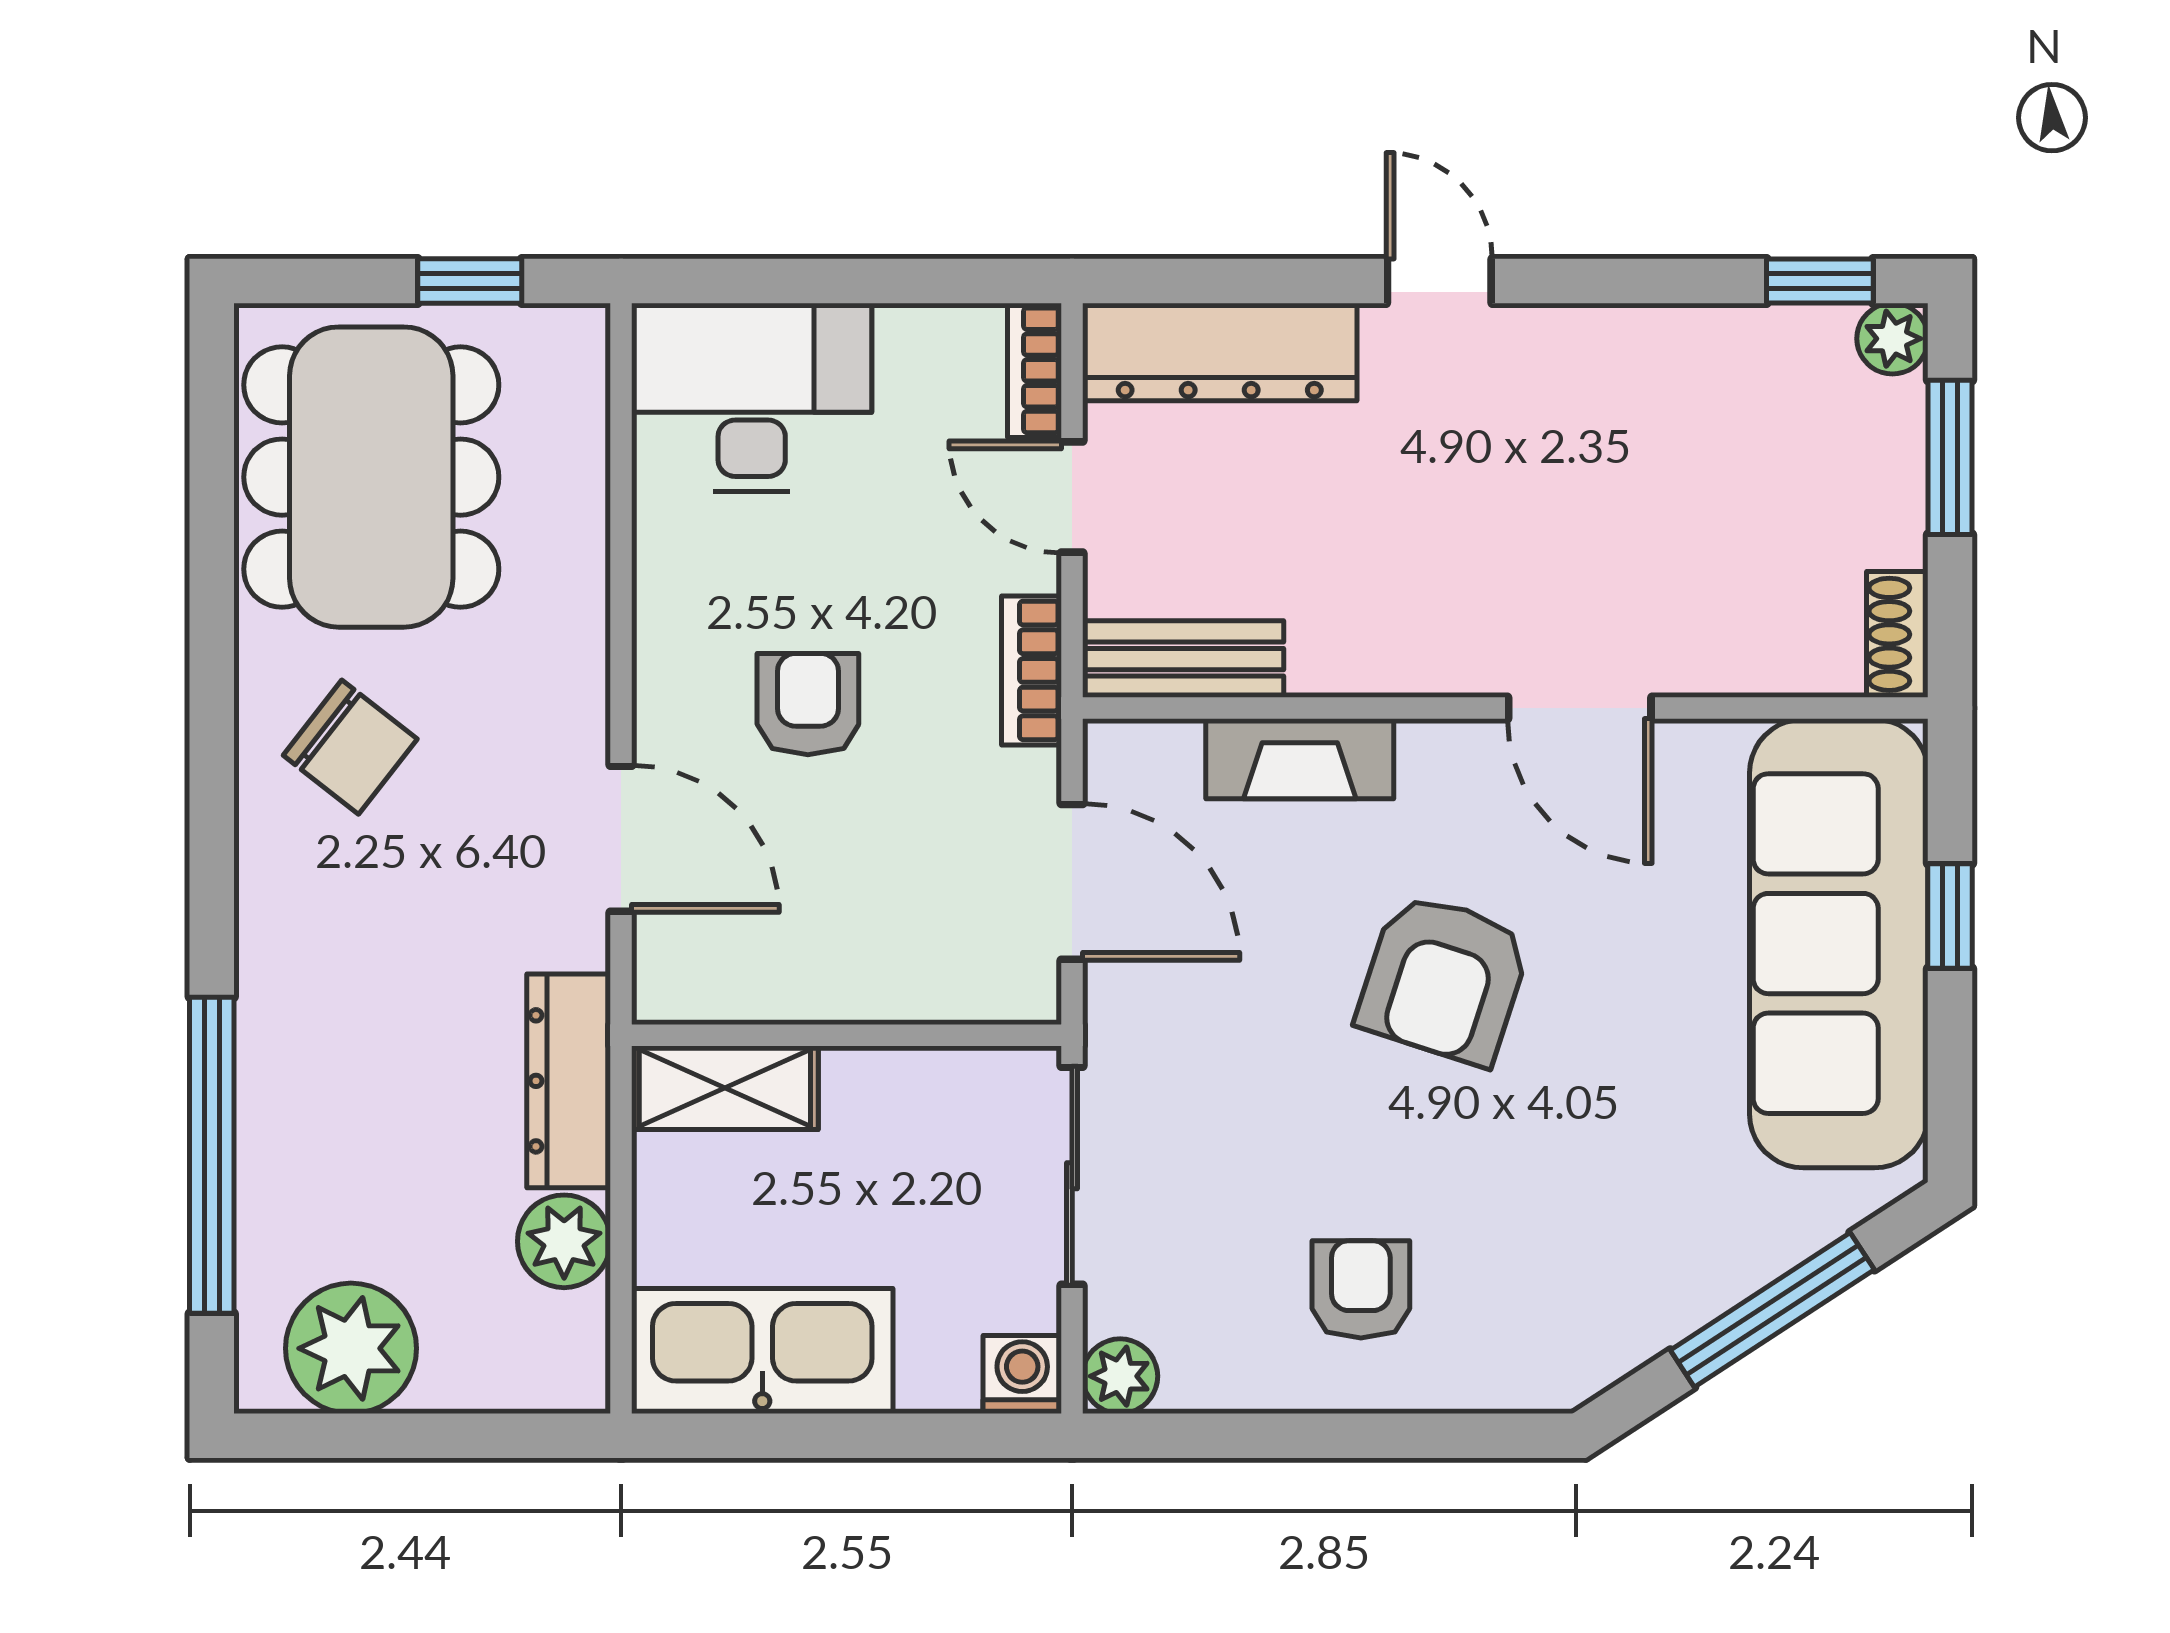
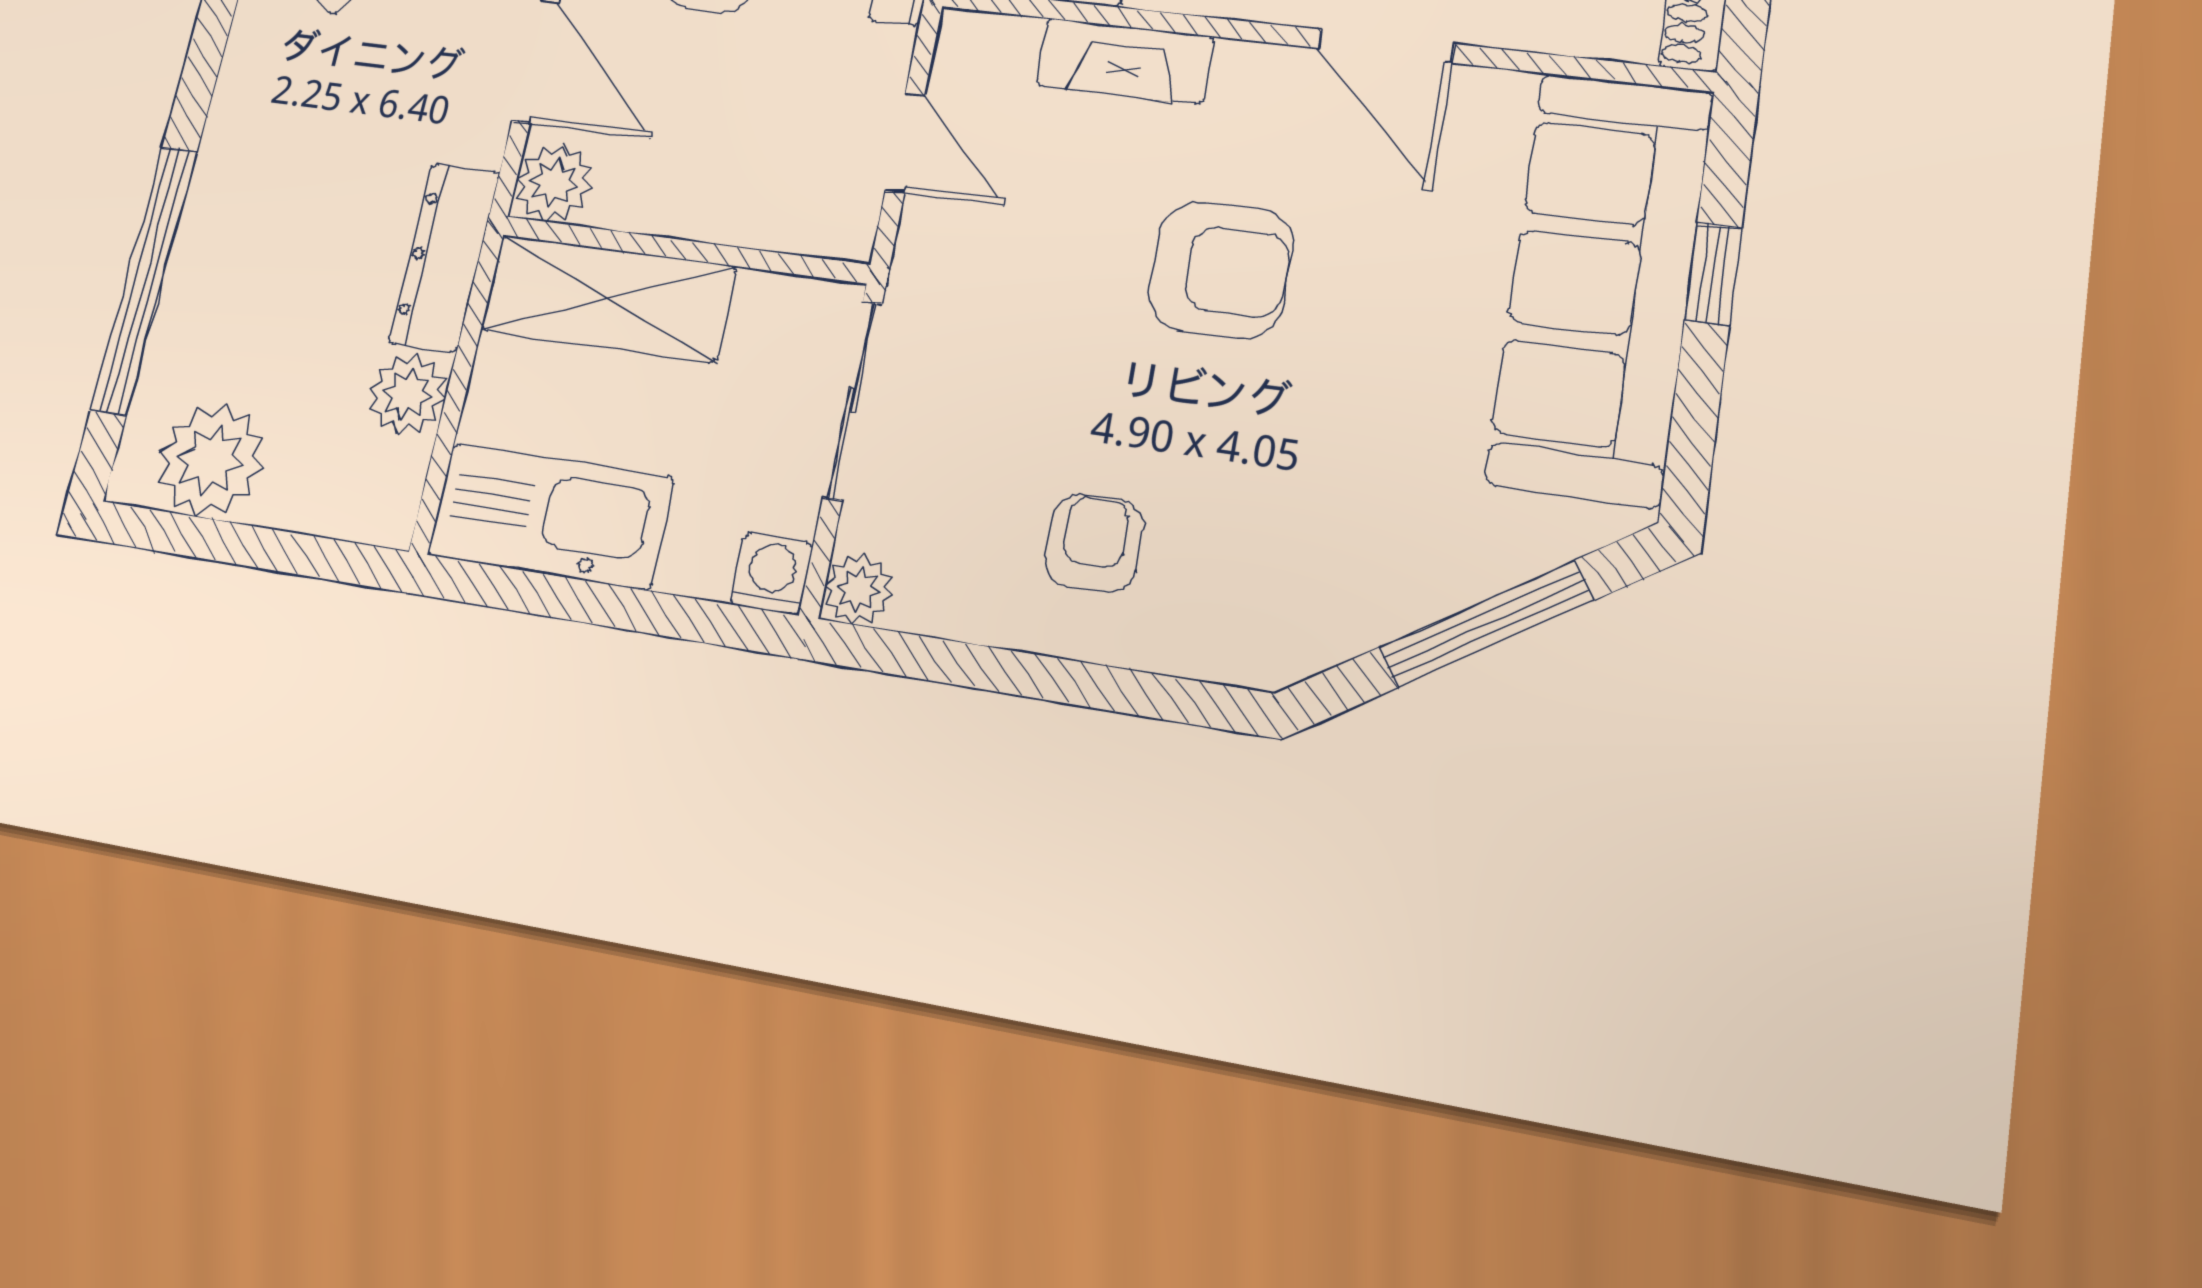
door: (1072, 882) -> (905, 143), width x0.73
plant: (677, 979) -> (554, 183), added
armchair: (1444, 979) -> (1221, 270), turned -108
shelving: (725, 1088) -> (608, 298), width x1.50, depth x1.33

